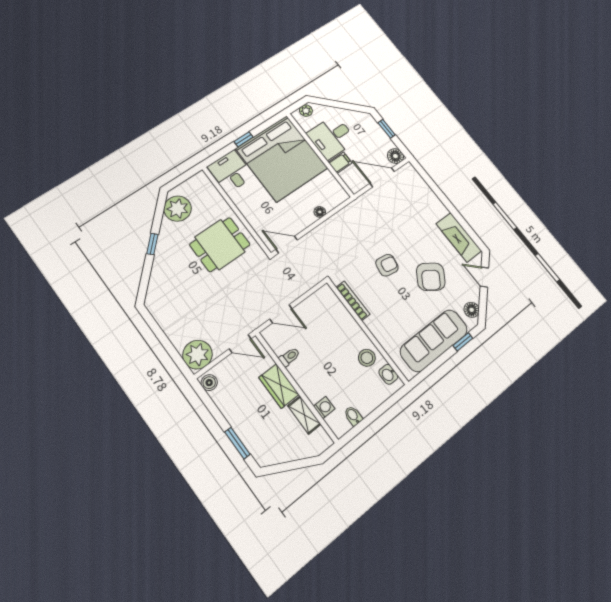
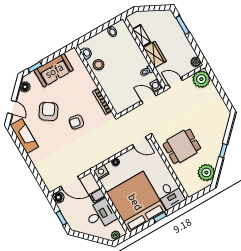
nightstand: (339, 196) -> (101, 172), added
sofa: (434, 340) -> (54, 70), width x0.73
washing machine: (324, 408) -> (156, 85), moved

